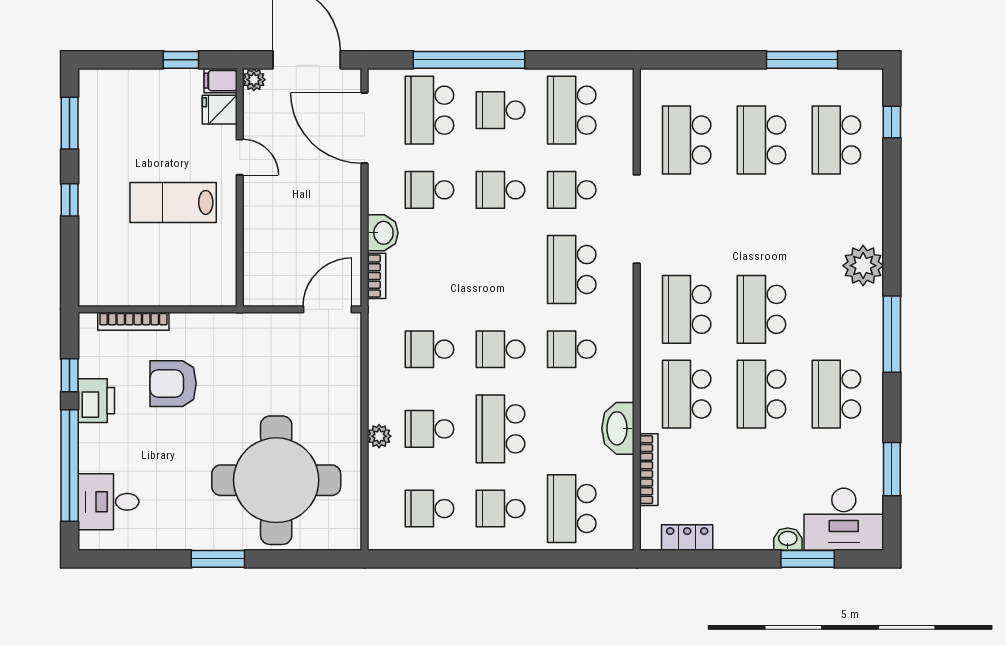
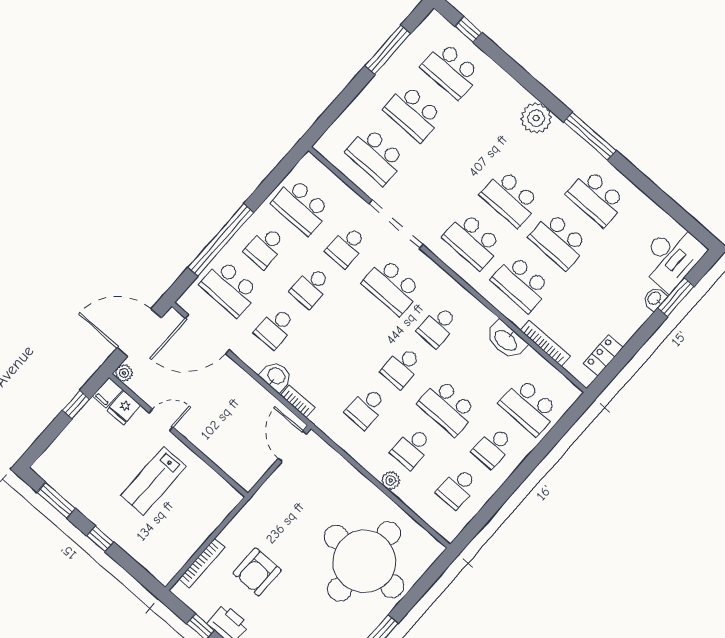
window: (892, 469) -> (667, 204), removed

